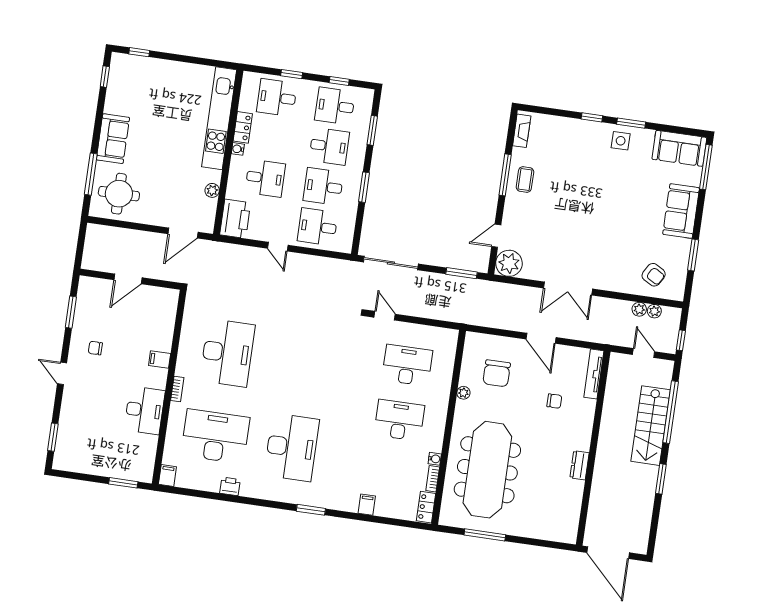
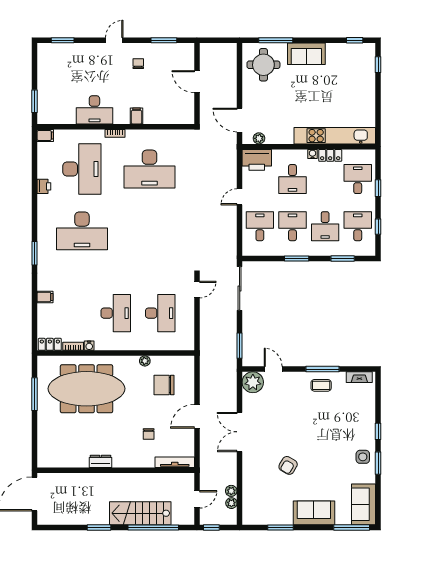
plant: (212, 190) -> (259, 138), moved
armchair: (654, 275) -> (288, 465), moved

